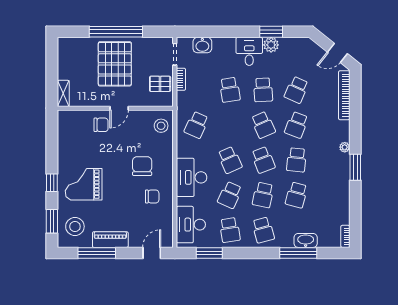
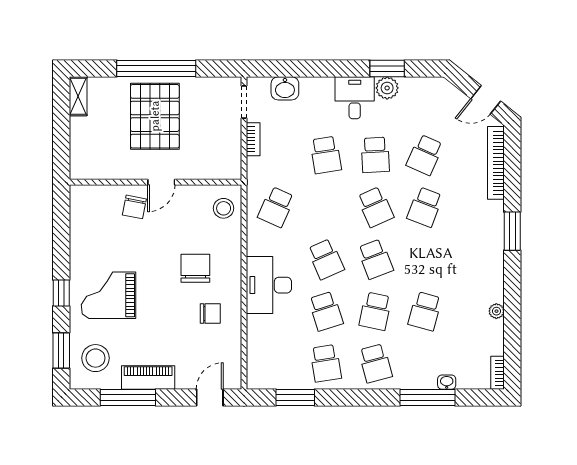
pallet: (160, 84) -> (222, 146), removed
shelving: (63, 93) -> (78, 96), moved
chair: (101, 125) -> (134, 207), turned 101
plant: (345, 147) -> (496, 311), moved
school desk: (296, 160) -> (425, 259), removed
window: (355, 167) -> (512, 231), moved
school desk: (230, 195) -> (326, 311), turned -42
desk: (191, 225) -> (268, 355), removed
washbasin: (306, 240) -> (447, 382), width x0.52, depth x0.69

